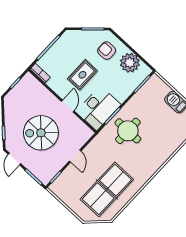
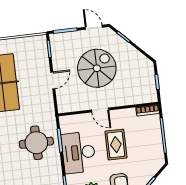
desk: (99, 108) -> (79, 153), moved
door: (75, 156) -> (53, 80), swing flipped

